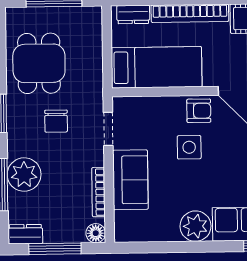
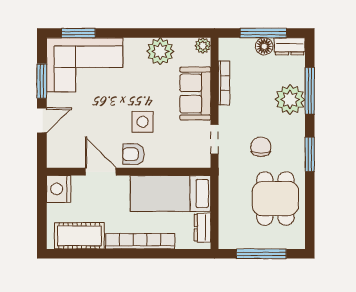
dresser: (133, 15) -> (203, 228), moved, turned -90
plant: (196, 226) -> (160, 51), moved
floor lamp: (96, 233) -> (264, 46), moved
plant: (123, 234) -> (203, 46), added

